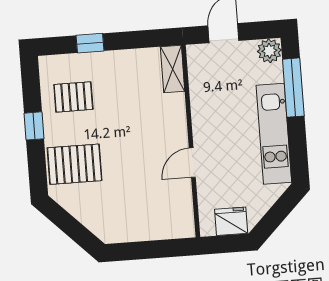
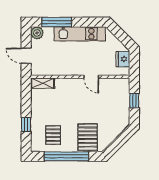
window: (34, 126) -> (66, 156), width x3.17
window: (152, 249) -> (134, 101), added

